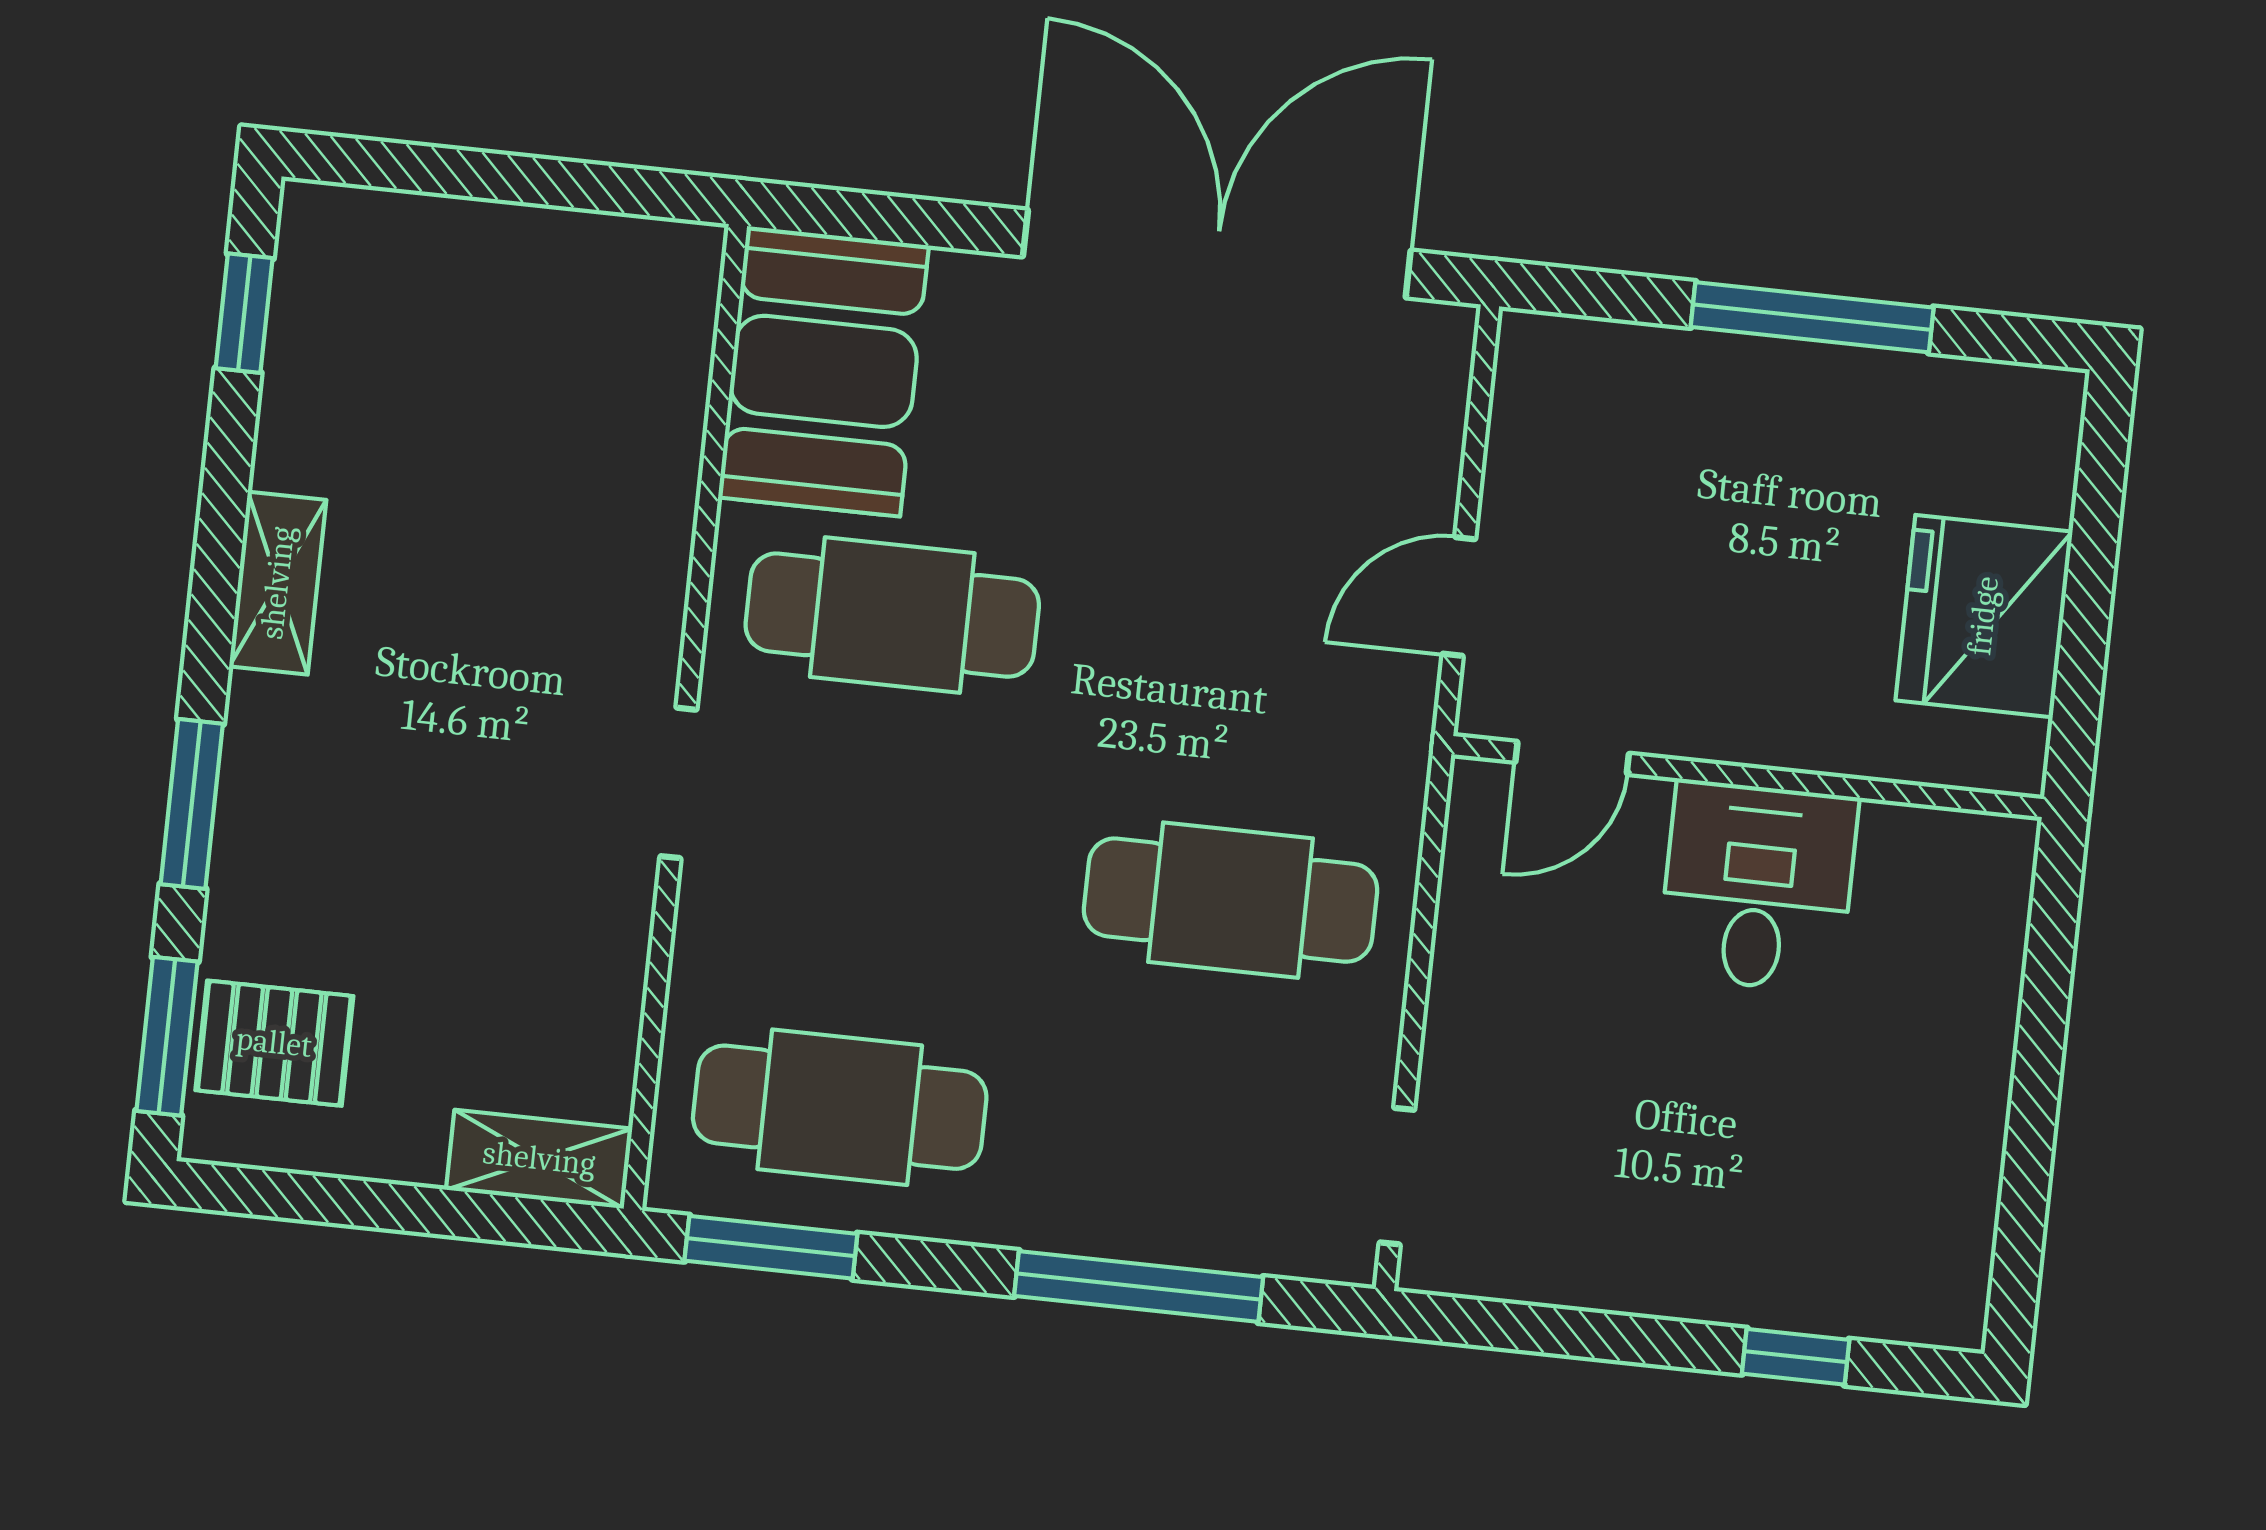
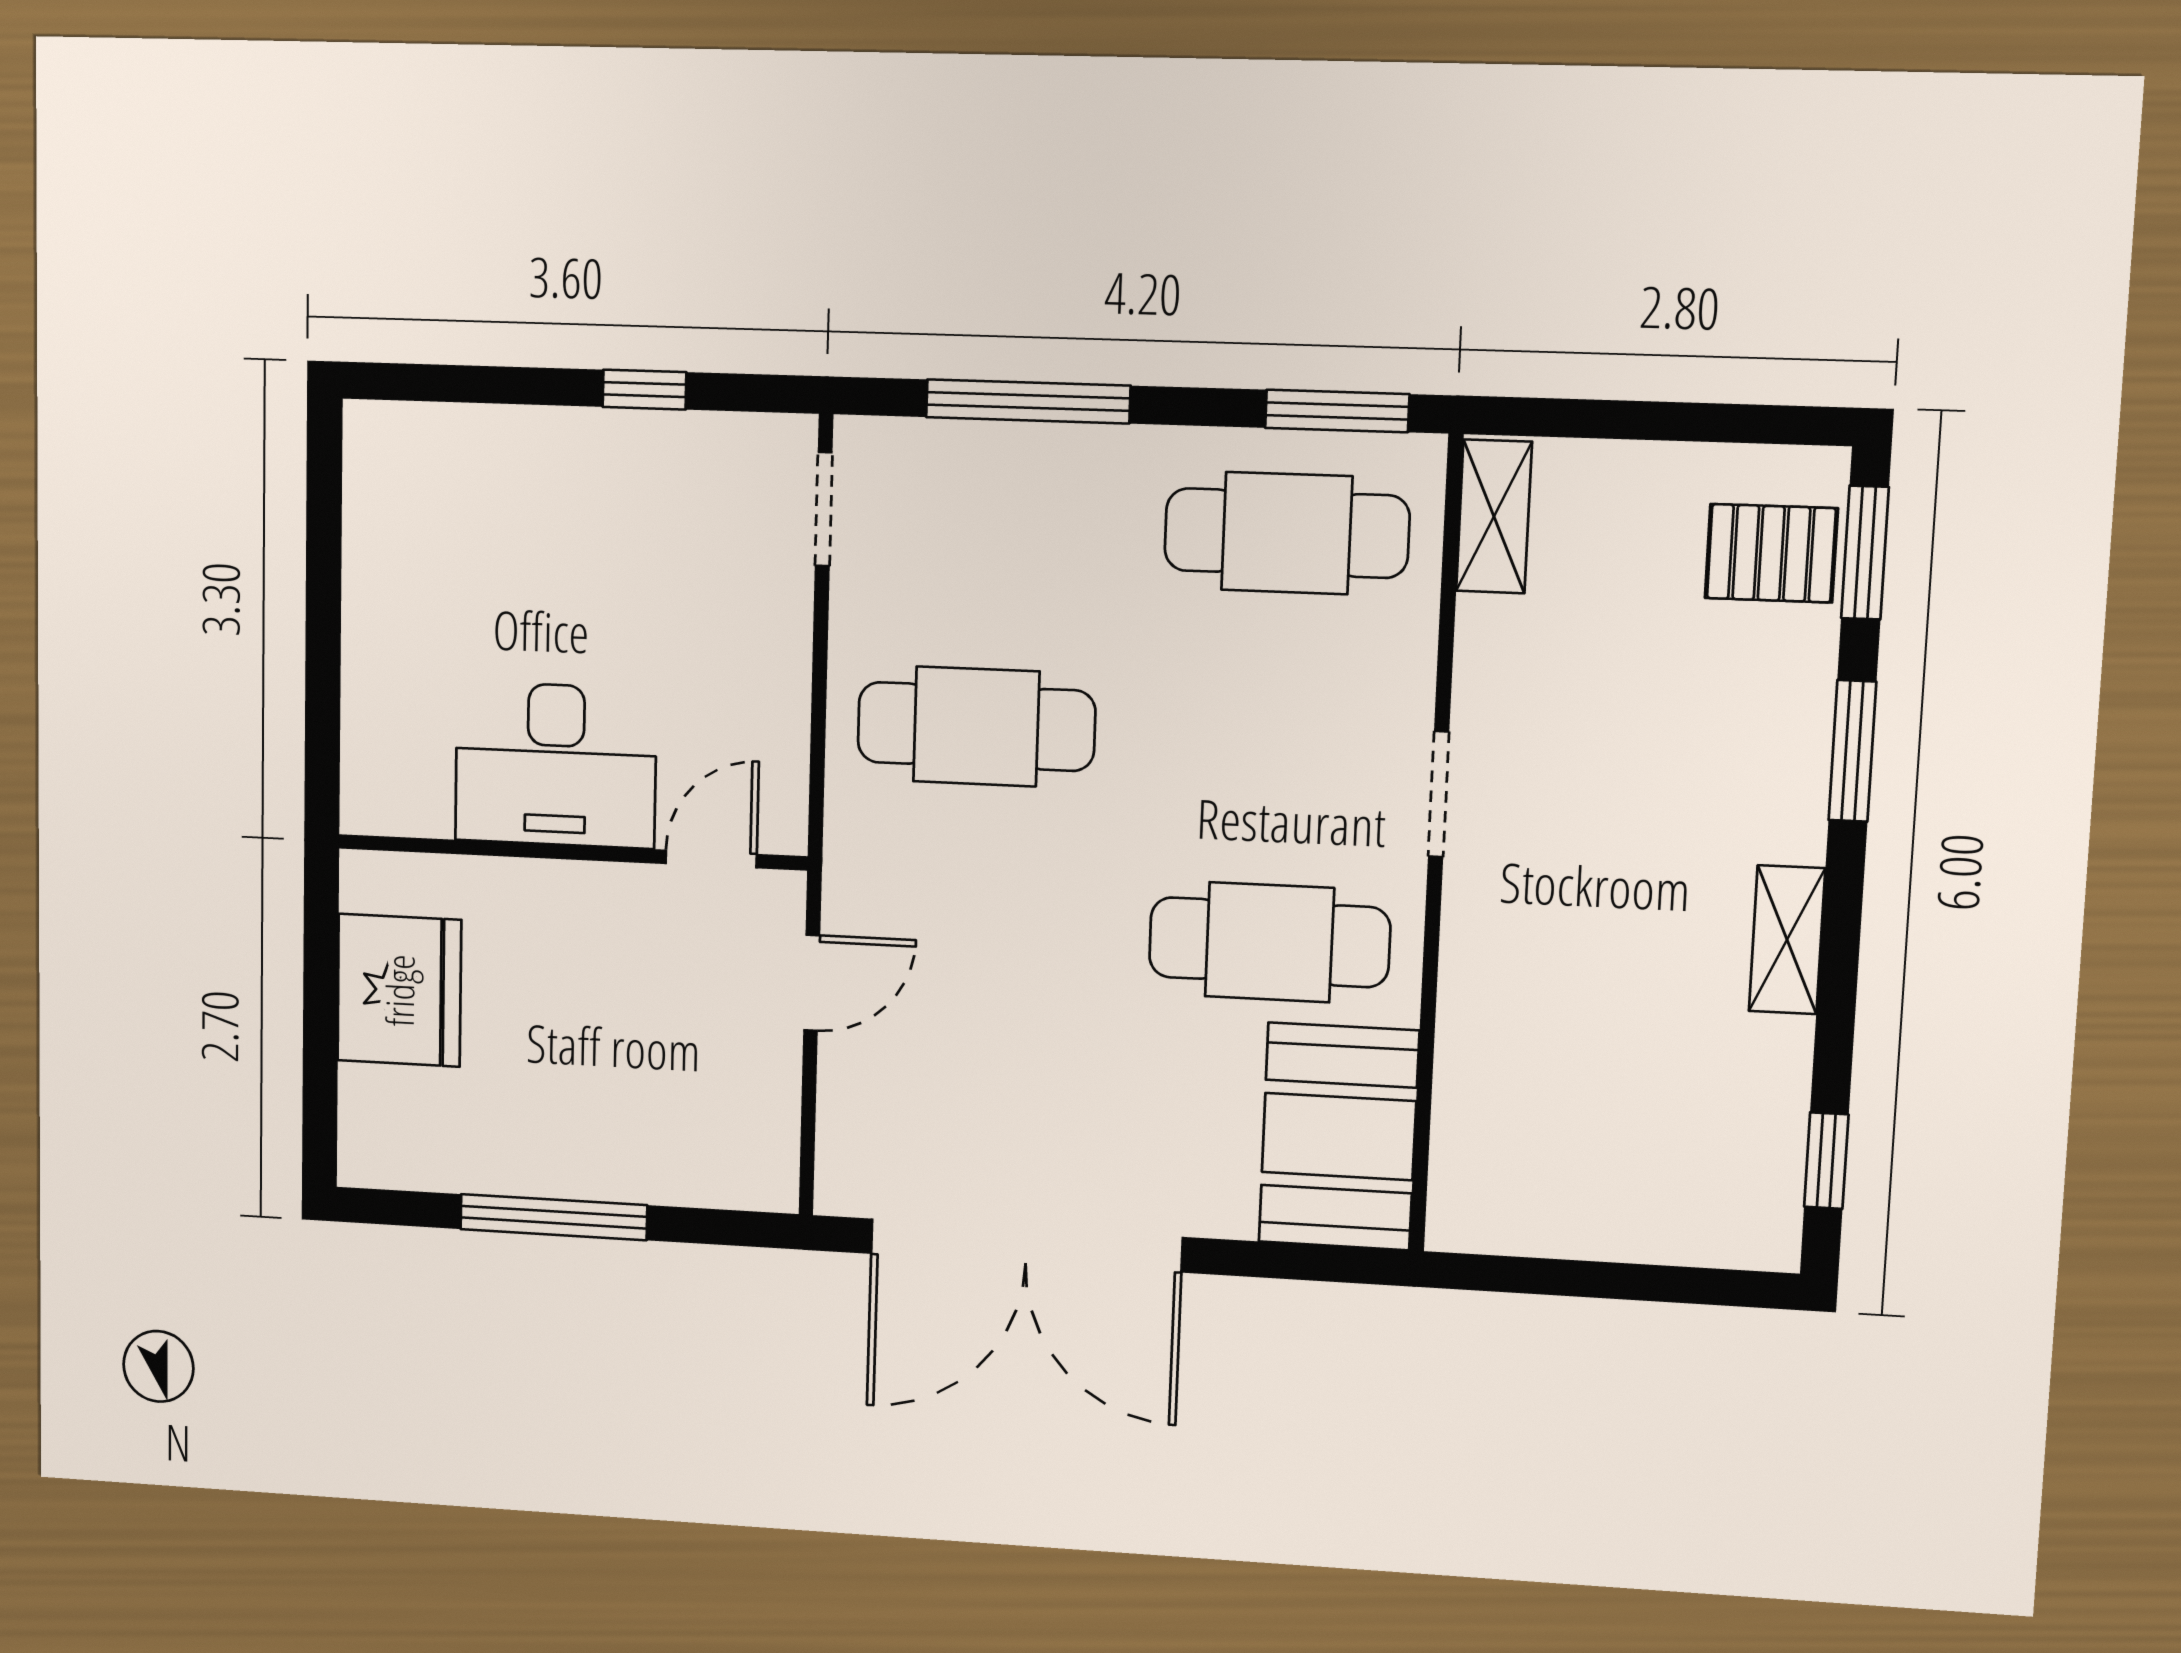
desk: (1758, 886) -> (556, 765), width x1.37
shelving: (539, 1159) -> (1494, 516), moved, turned 90
window: (1796, 1357) -> (644, 390), moved

